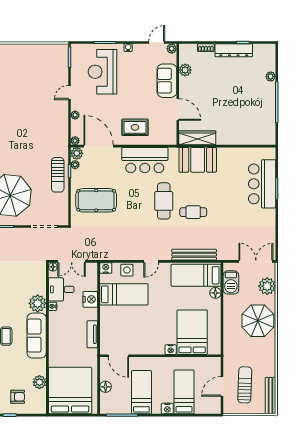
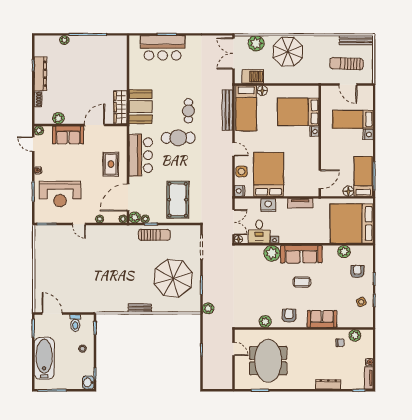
bed: (124, 294) -> (269, 174), width x1.50
bed: (141, 392) -> (363, 176), moved, turned 90

